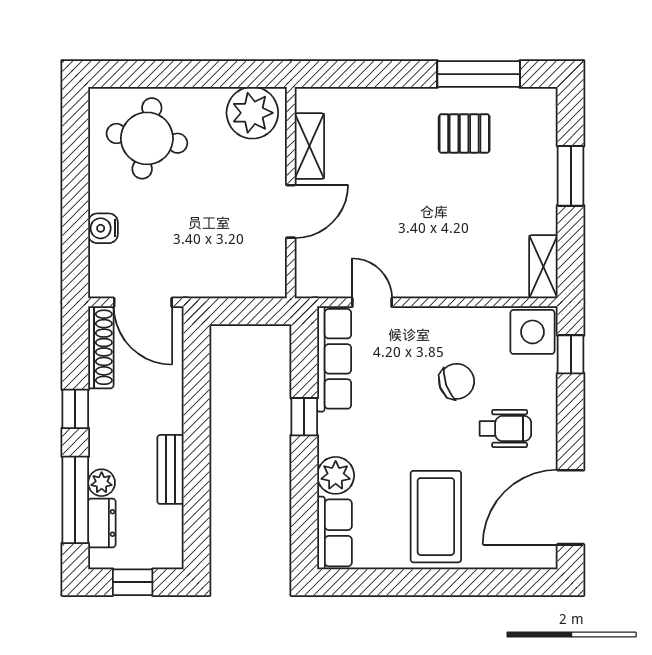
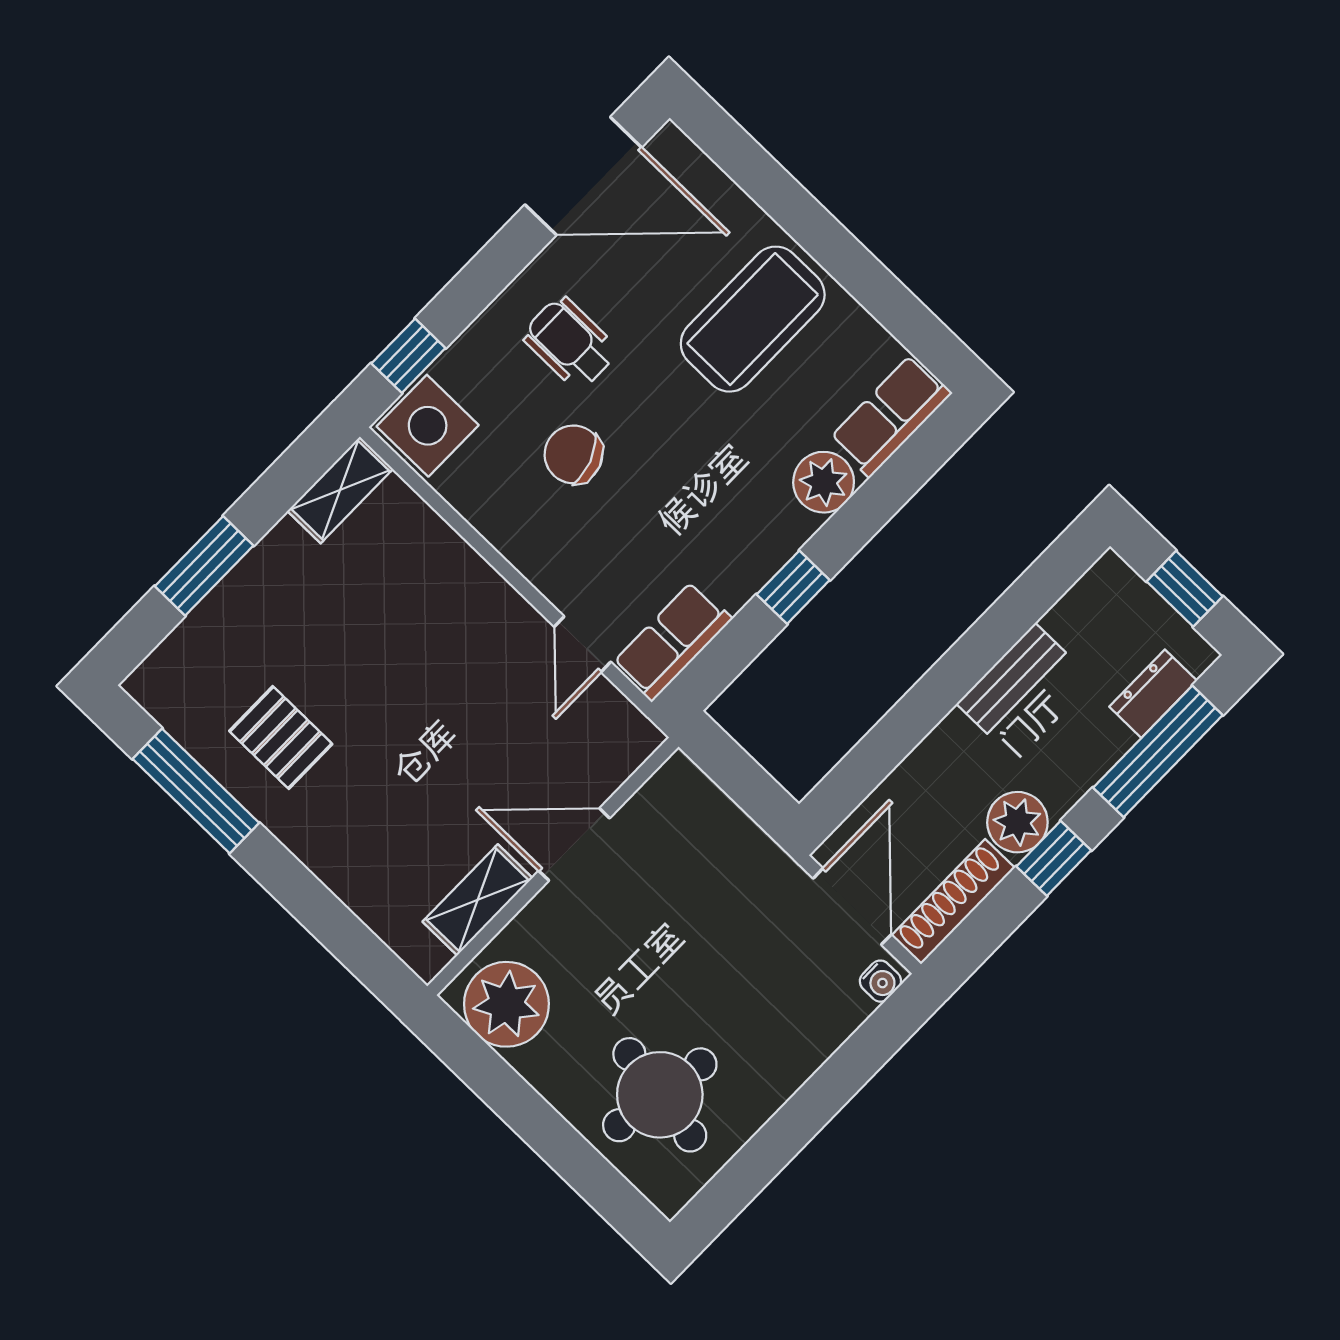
water cooler: (103, 228) -> (880, 981), moved, width x0.72, depth x0.72
row of seats: (334, 359) -> (672, 641), width x0.68
plant: (102, 483) -> (1017, 822), moved, width x1.38, depth x1.38

